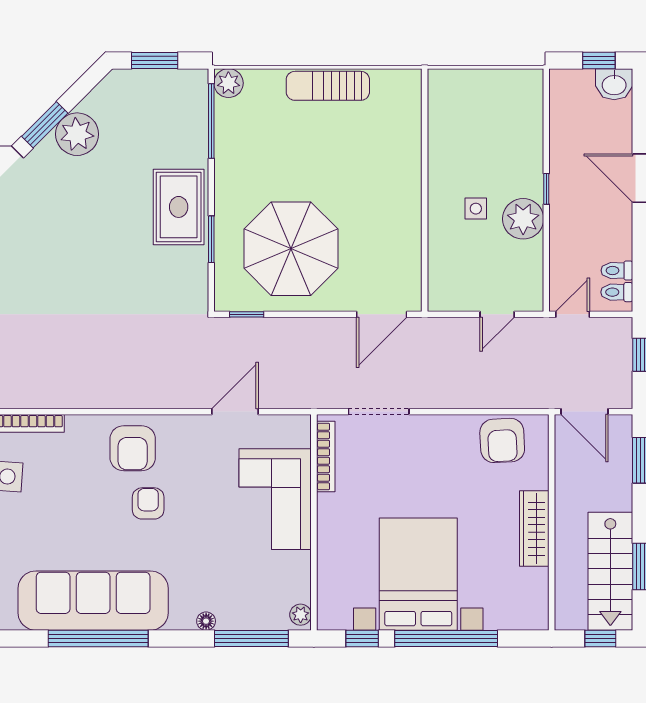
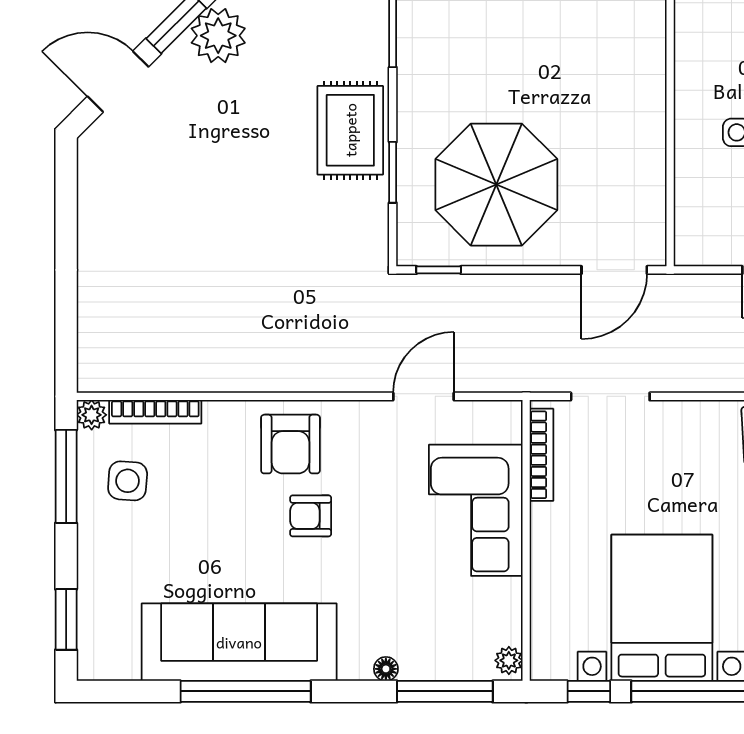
armchair: (148, 503) -> (311, 516), turned -90

